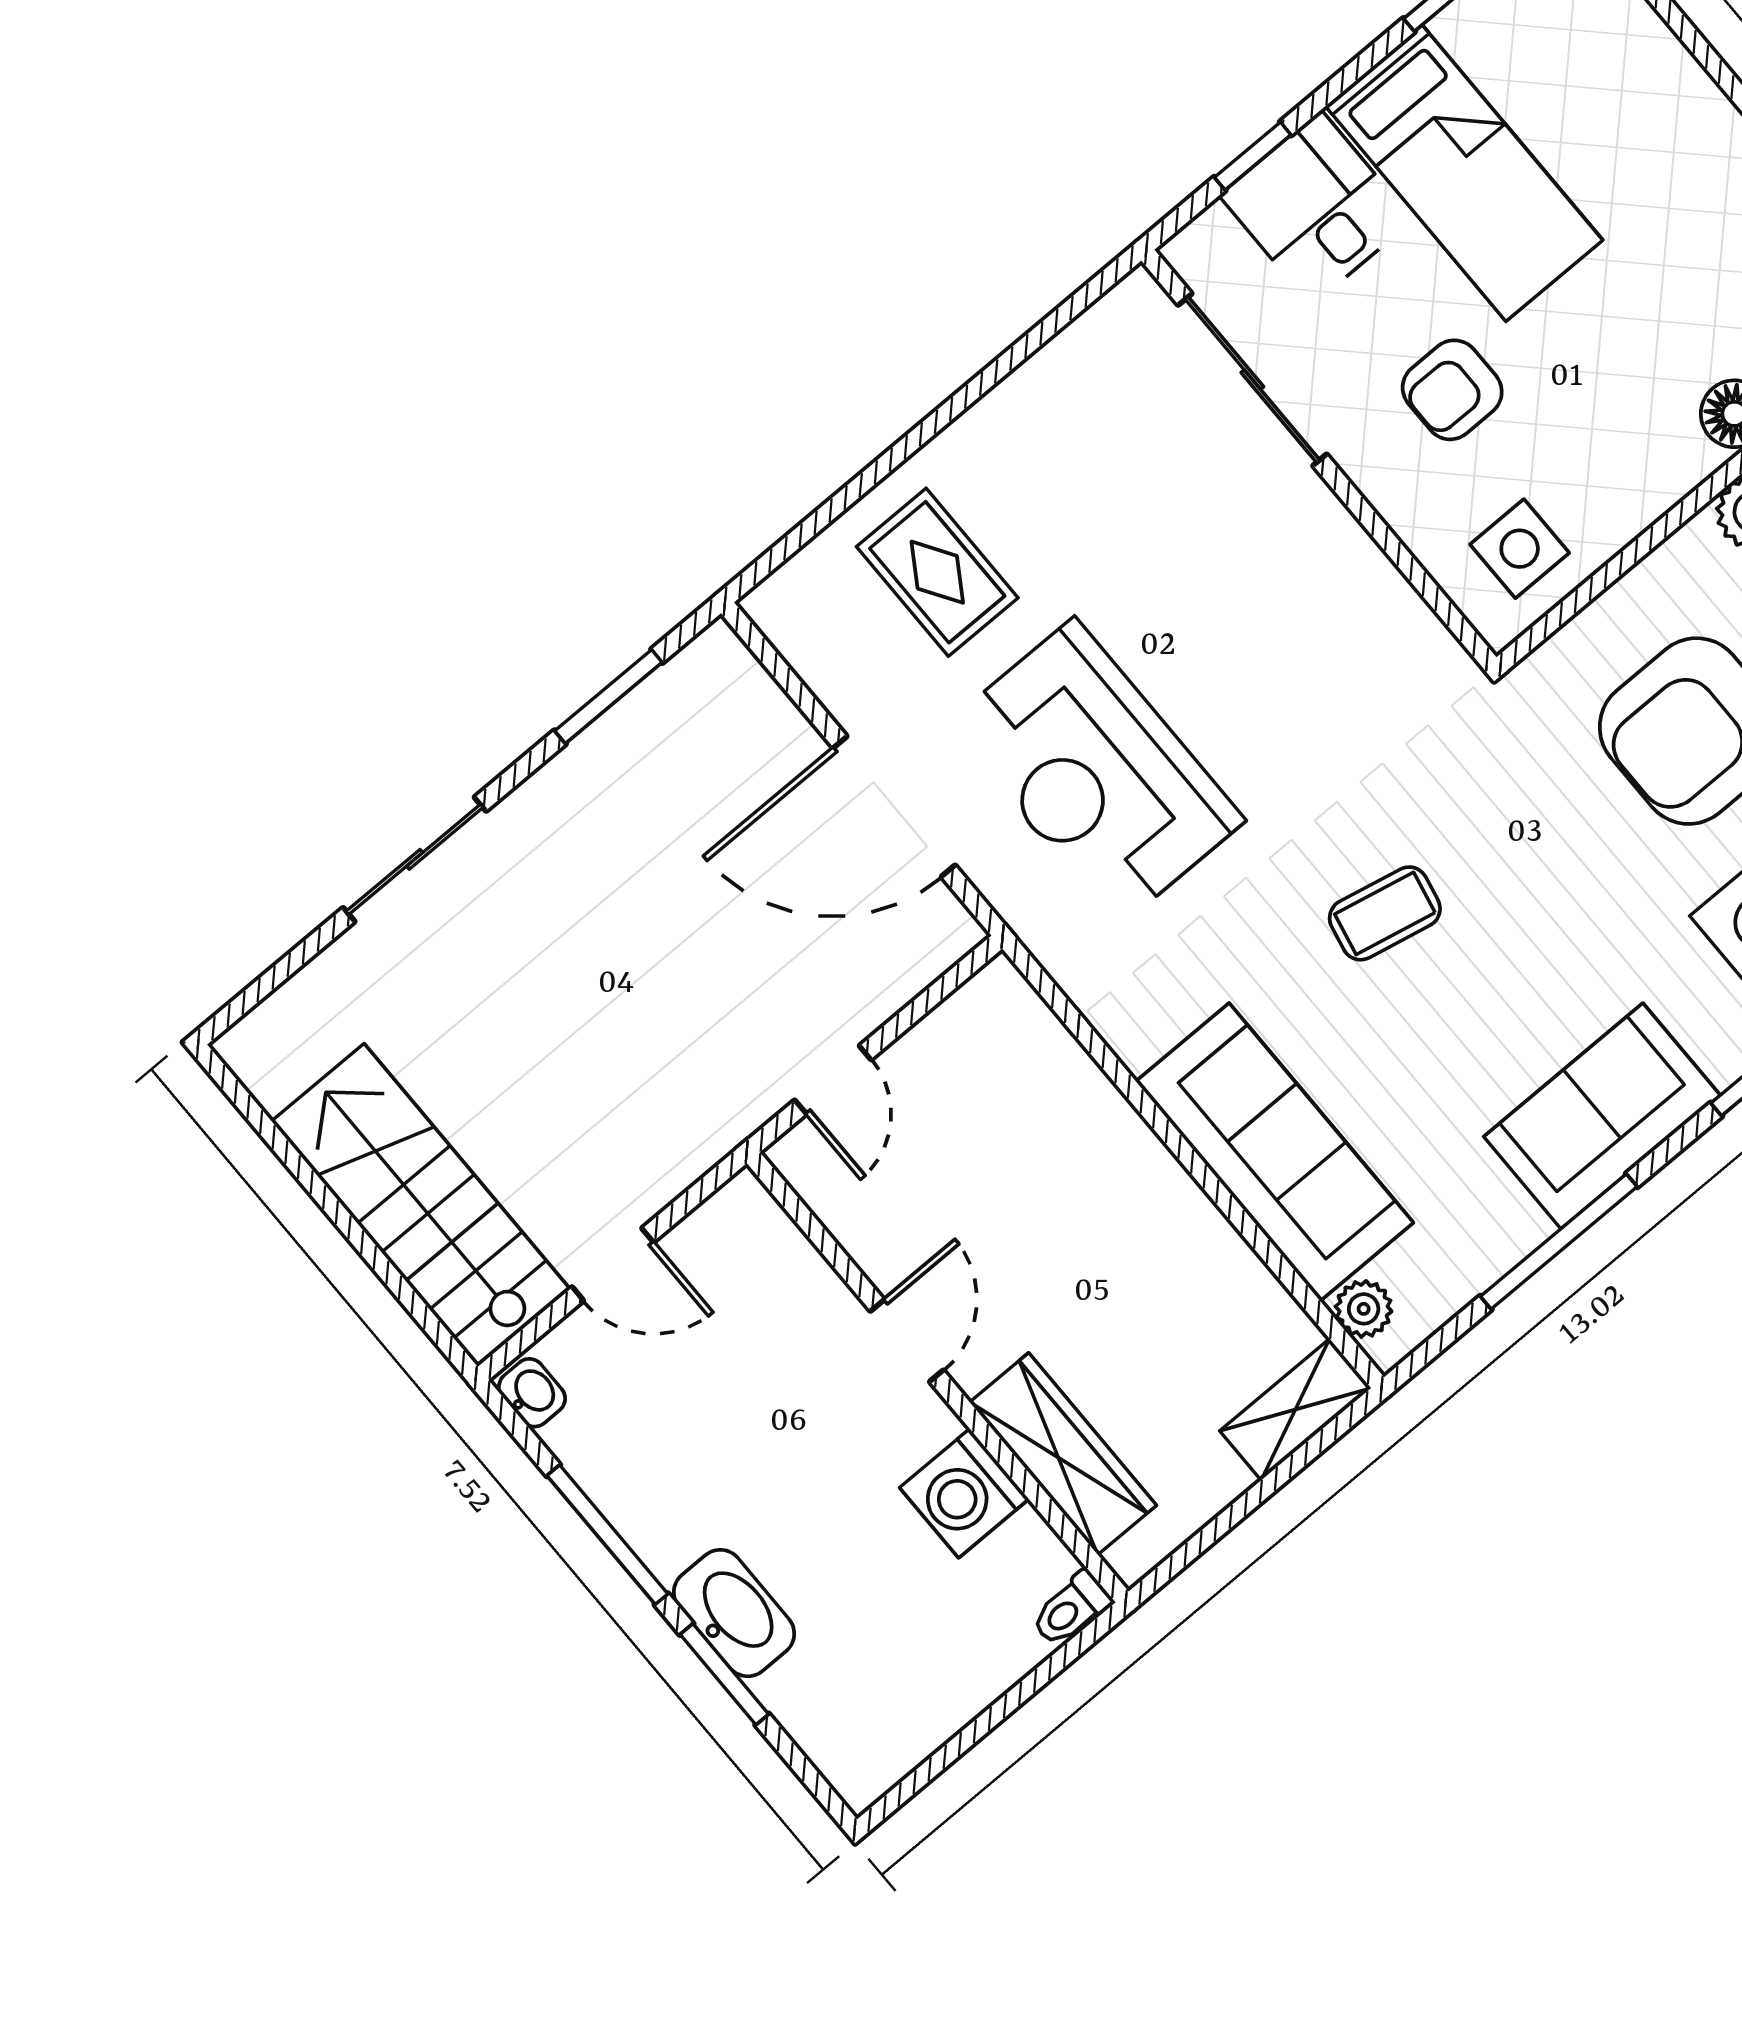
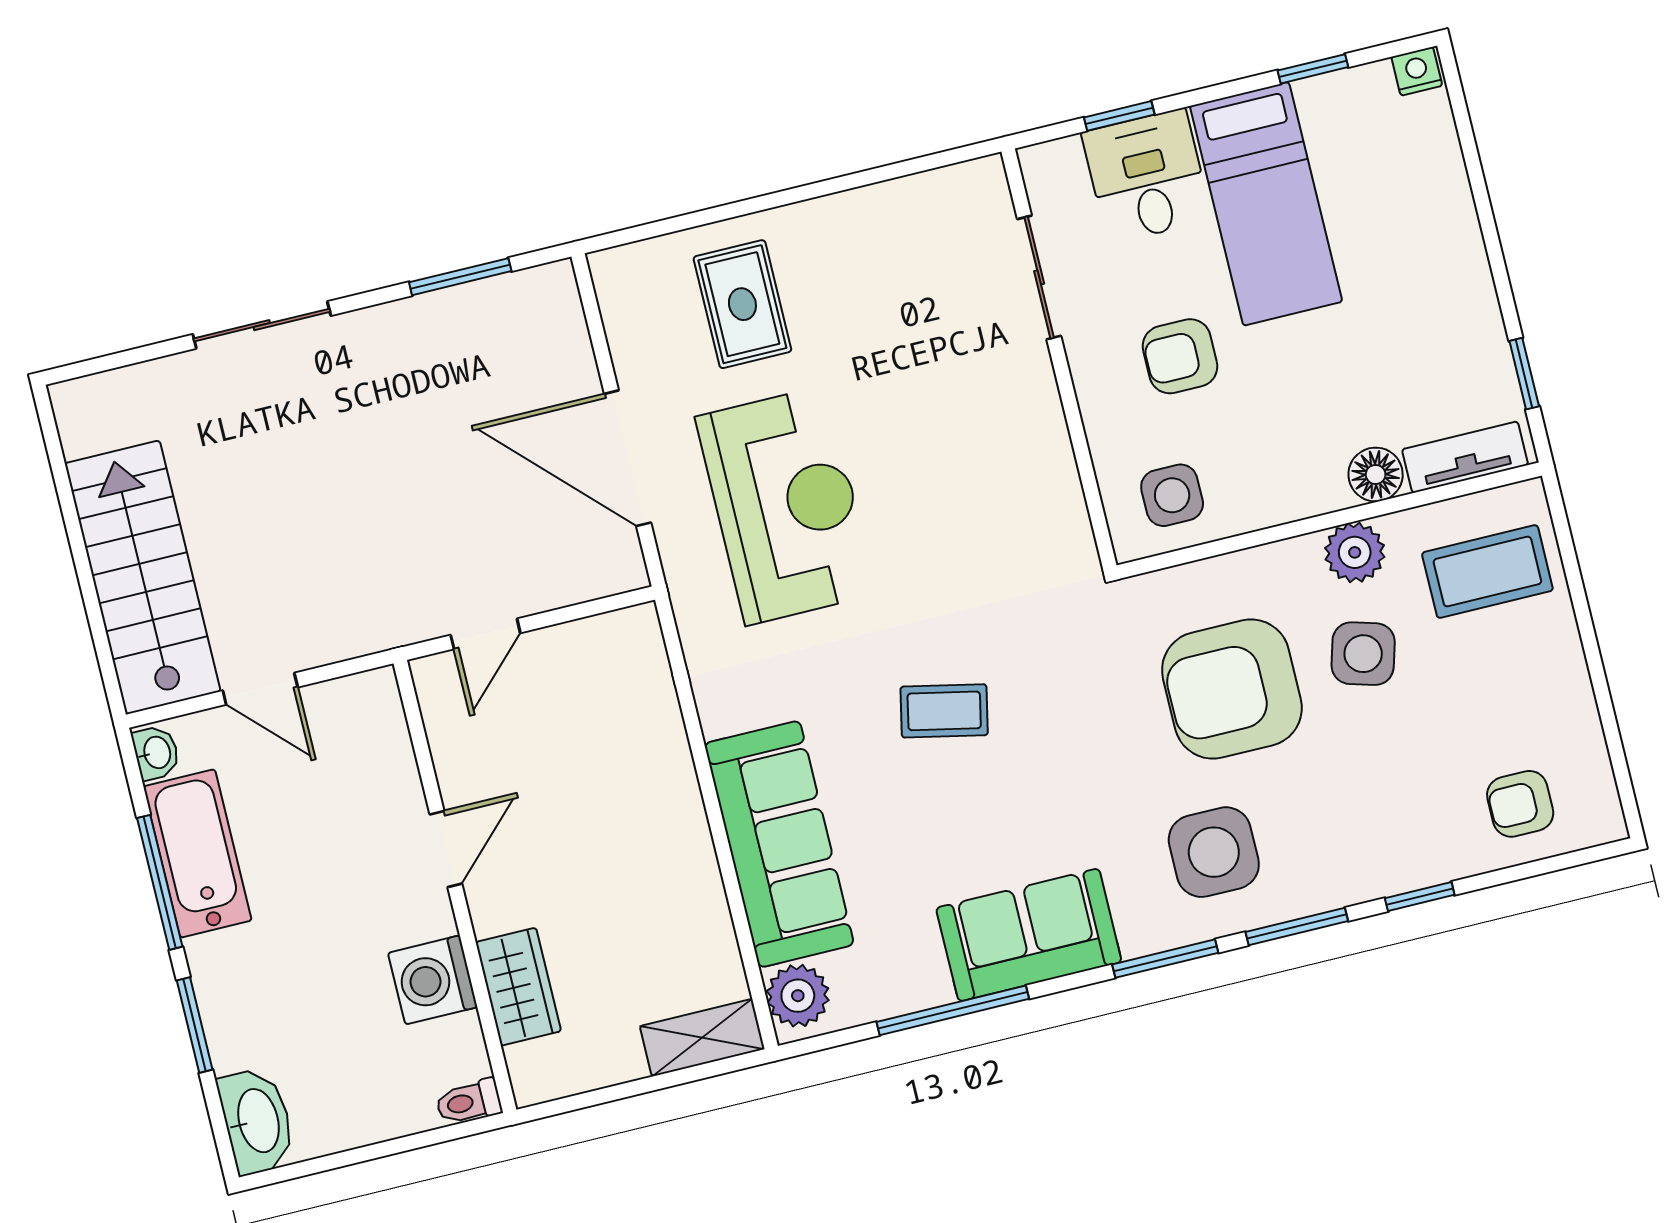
sliding door: (1252, 380) -> (1039, 277), width x0.73
reception desk: (1096, 772) -> (786, 506), turned 180
plant: (1364, 1309) -> (798, 996), width x1.38, depth x1.38
wardrobe: (1063, 1454) -> (518, 987), width x0.67
bathtub: (633, 1482) -> (198, 853), added
washbasin: (734, 1613) -> (257, 1121), moved

